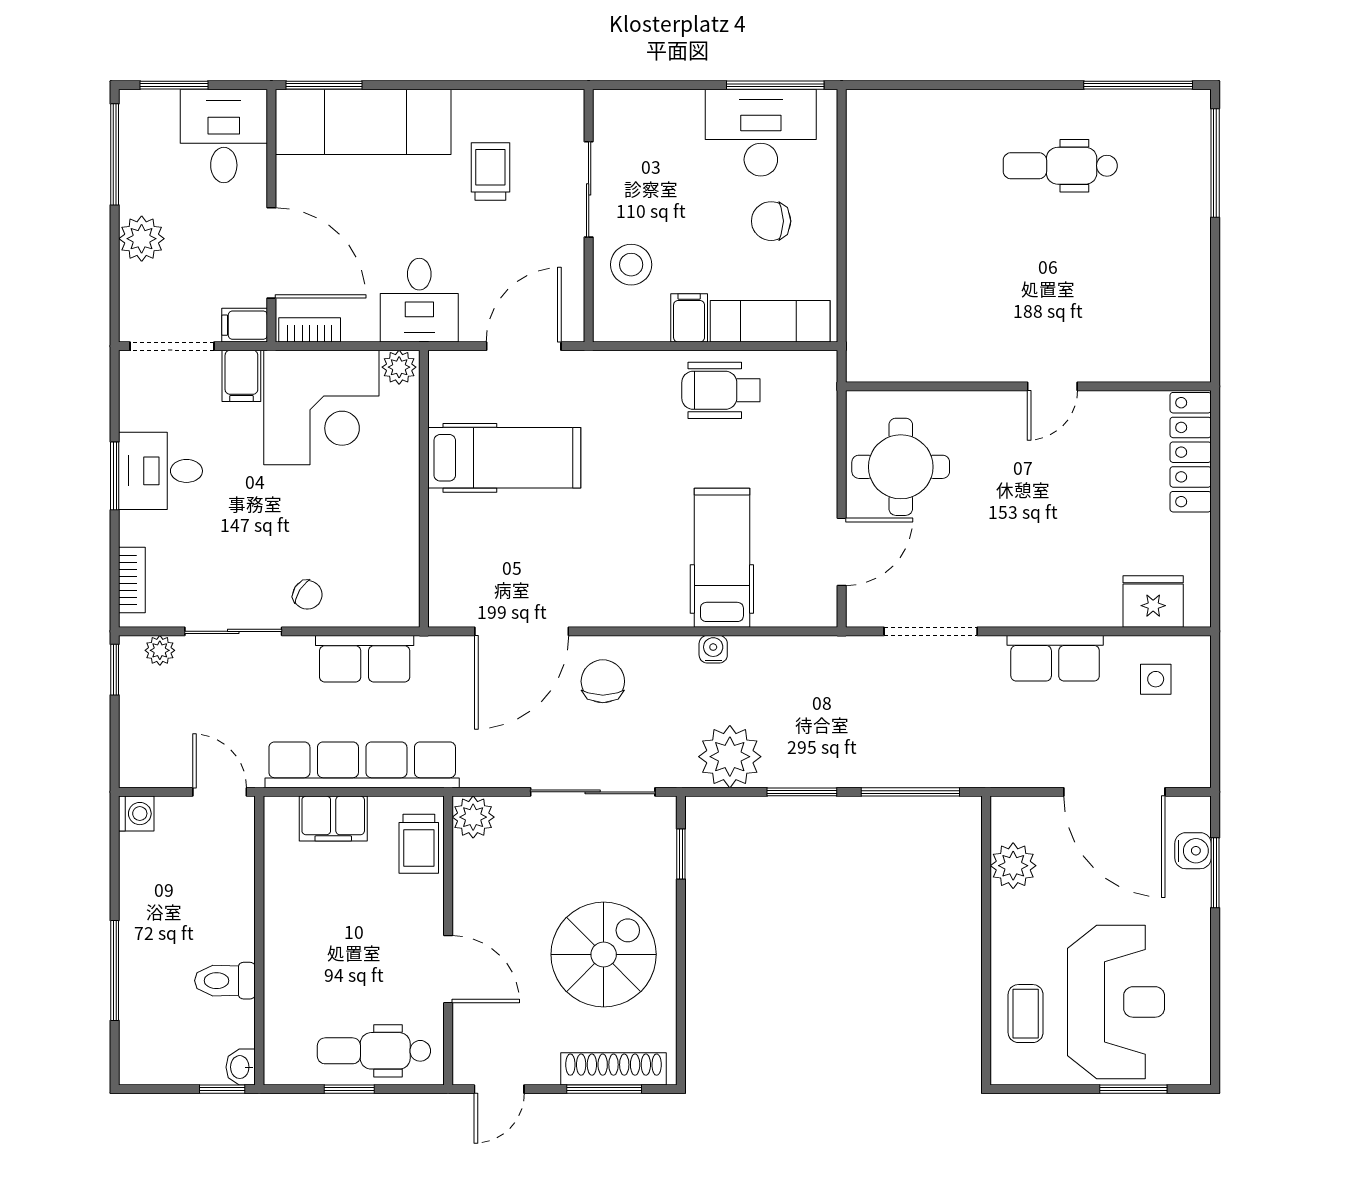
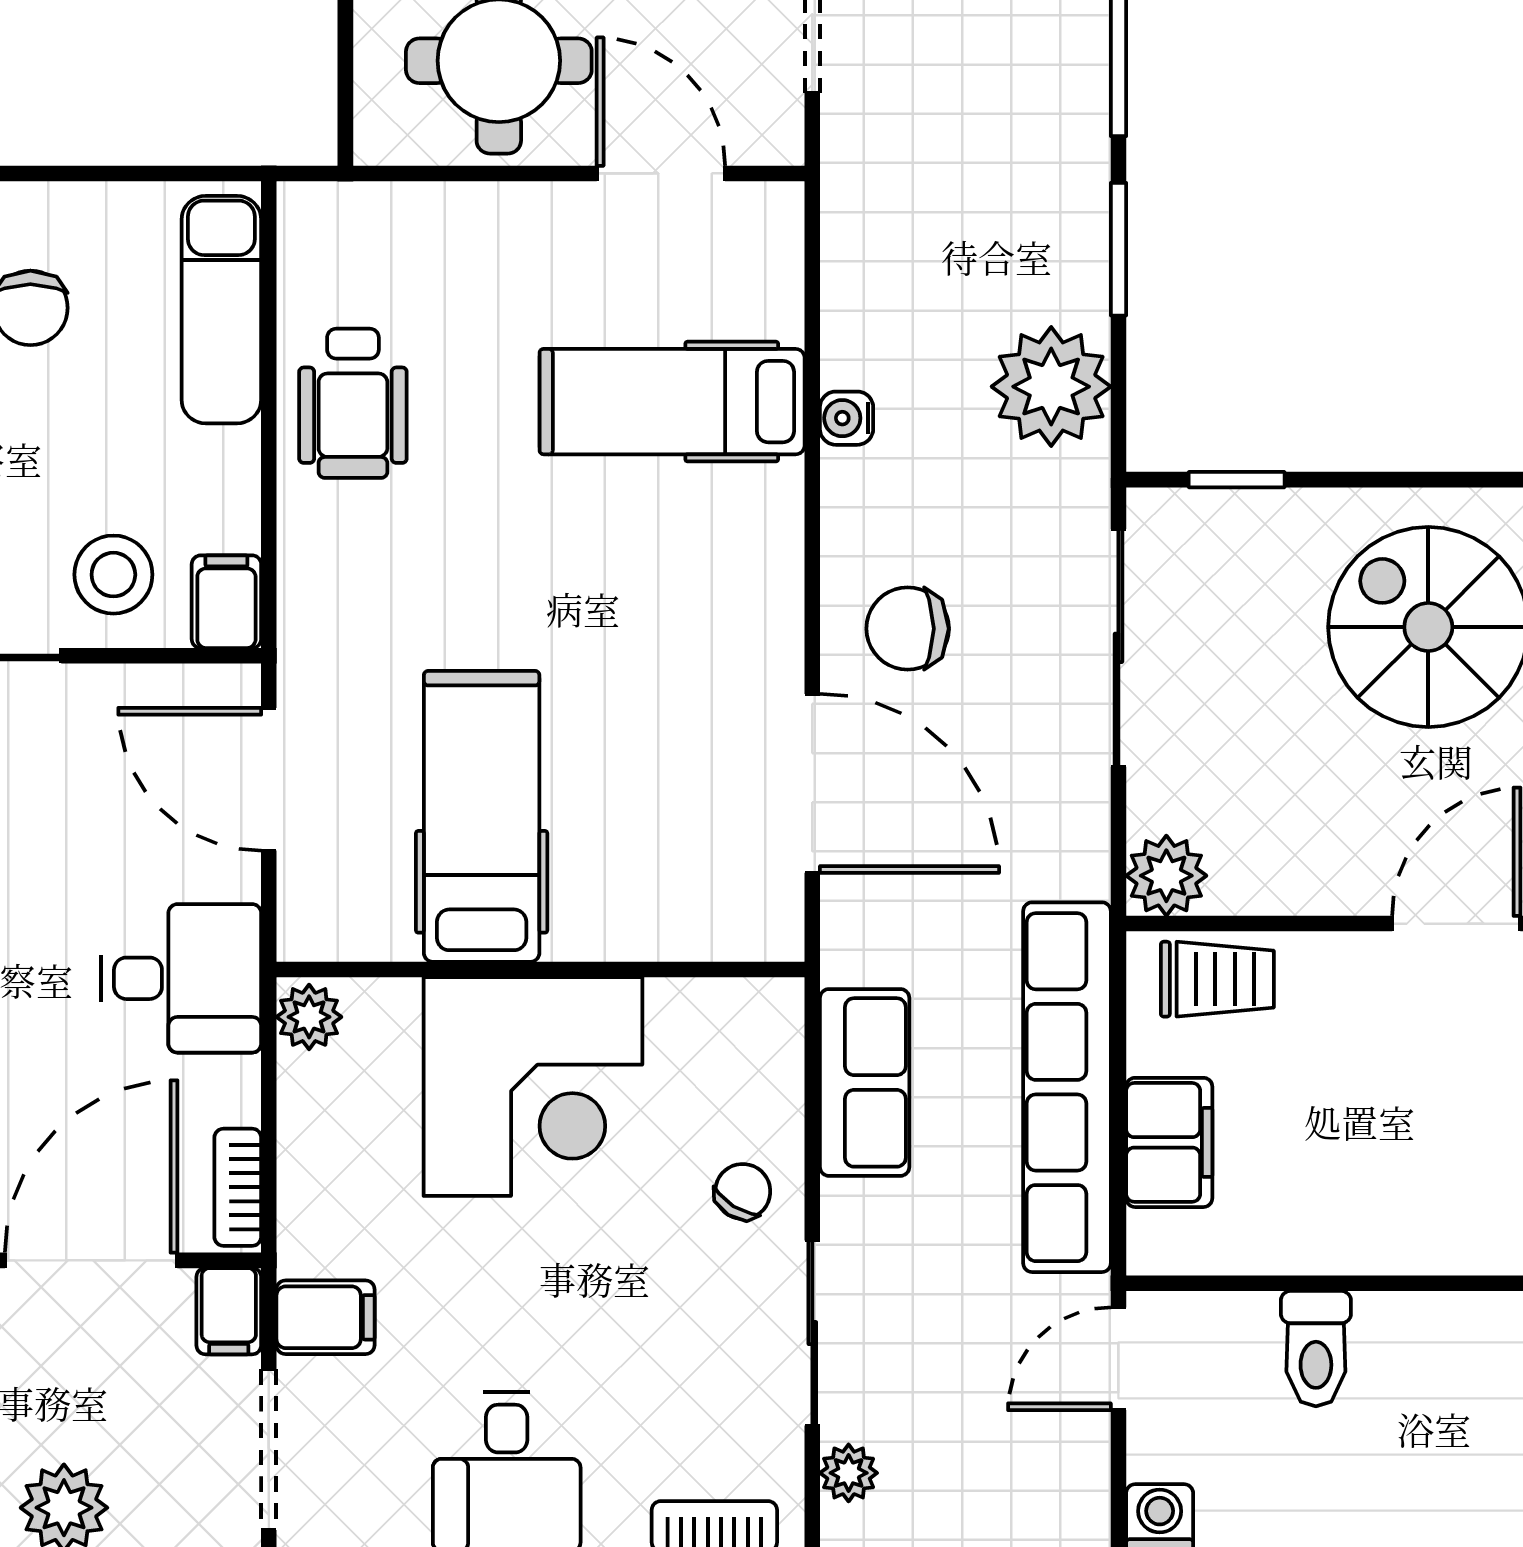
filing cabinet: (689, 318) -> (226, 602), moved, turned 90
corner desk: (321, 408) -> (533, 1087), moved, turned 90
toilet: (225, 981) -> (1316, 1349), moved

